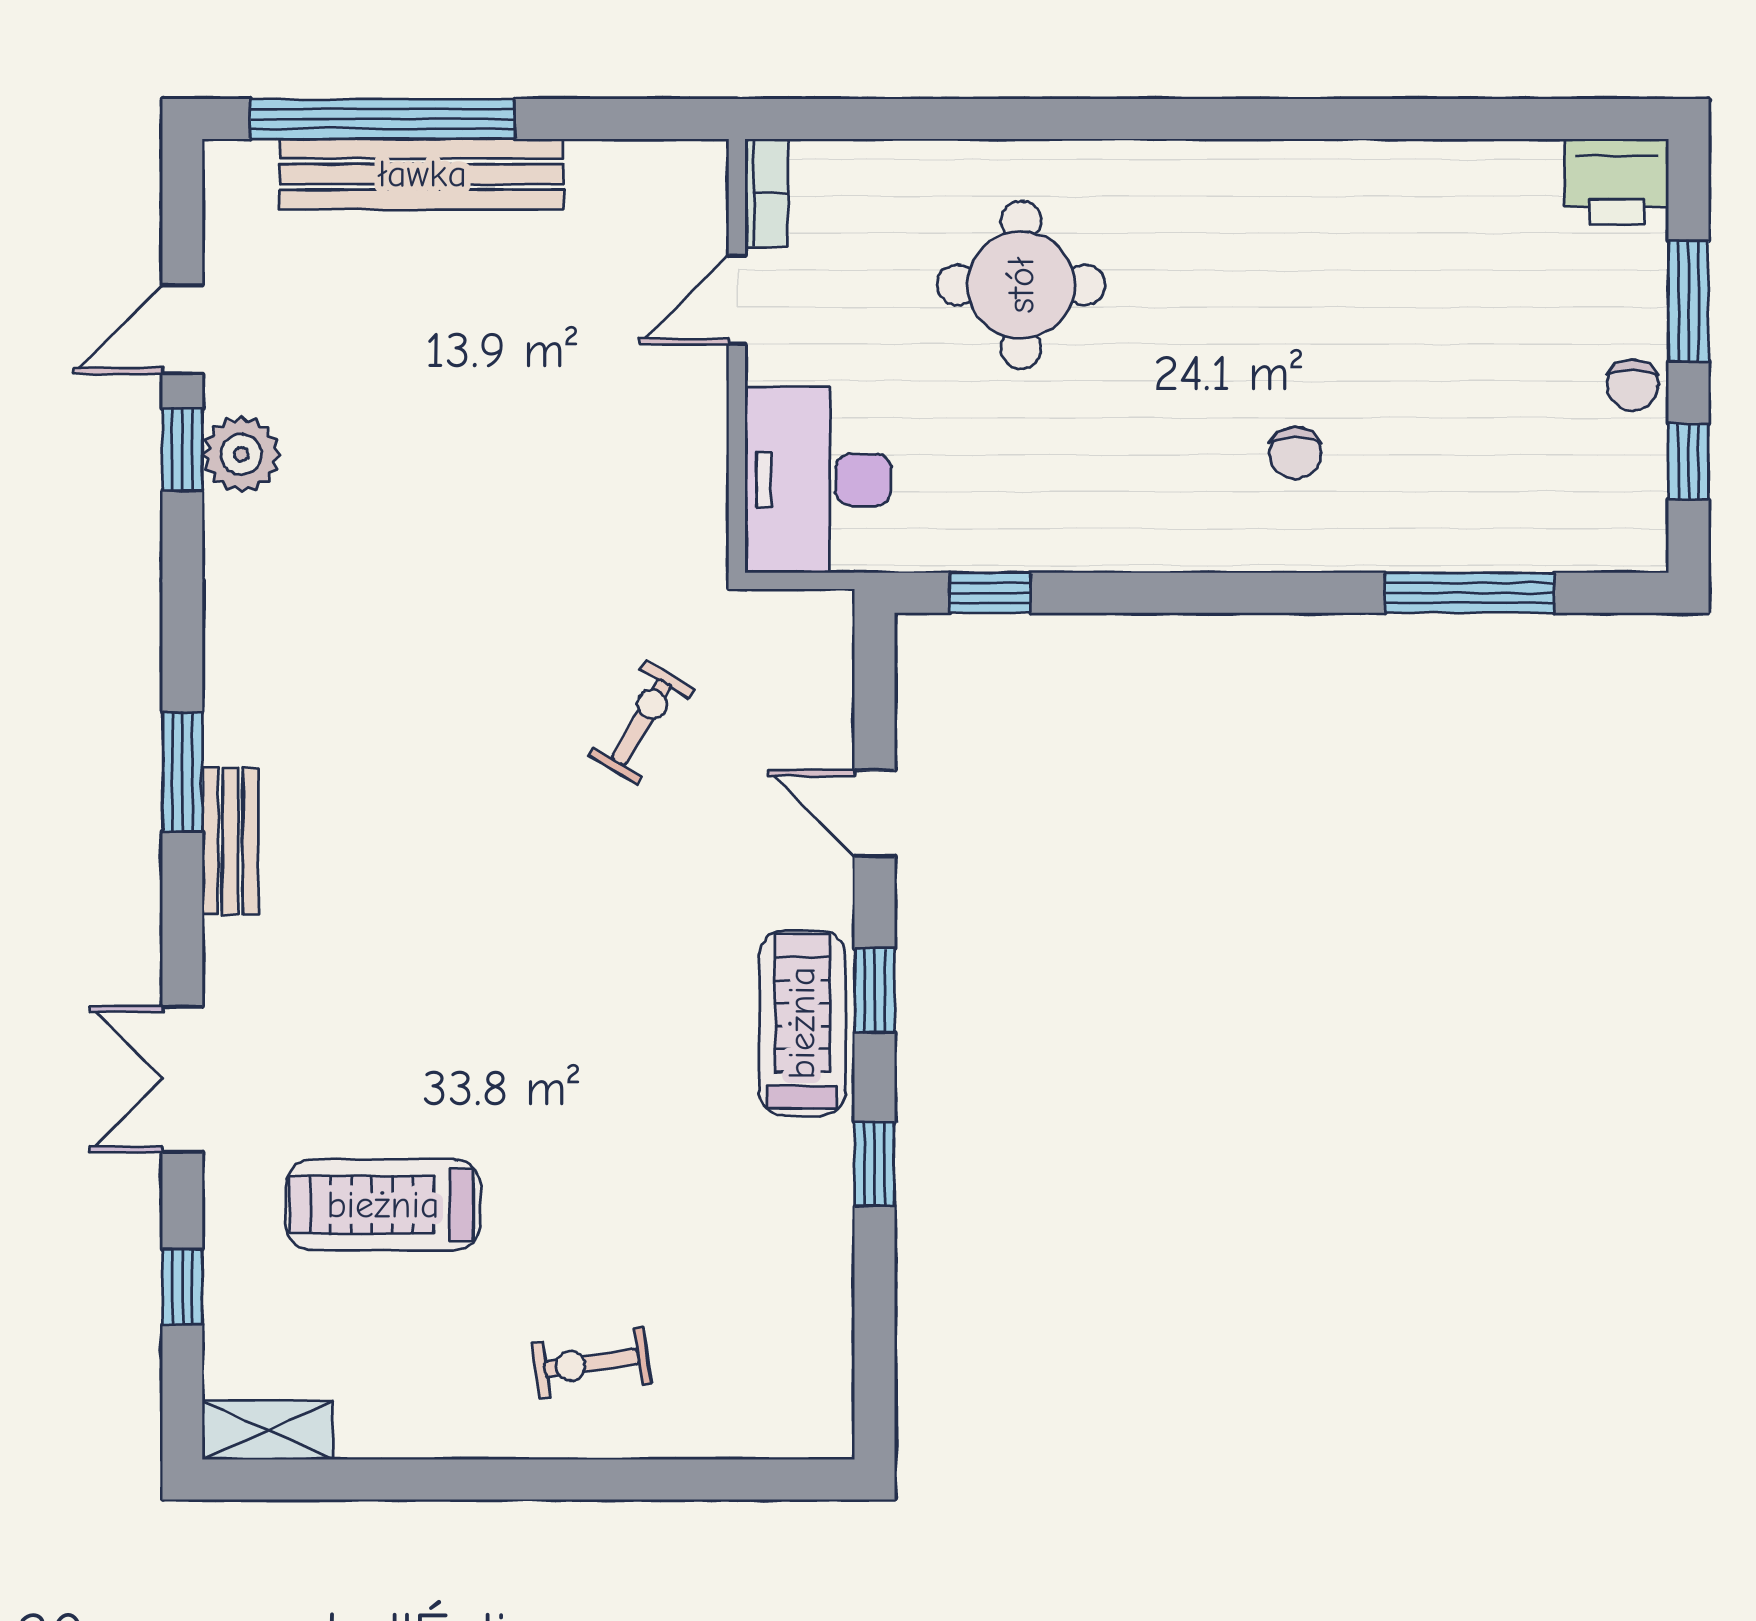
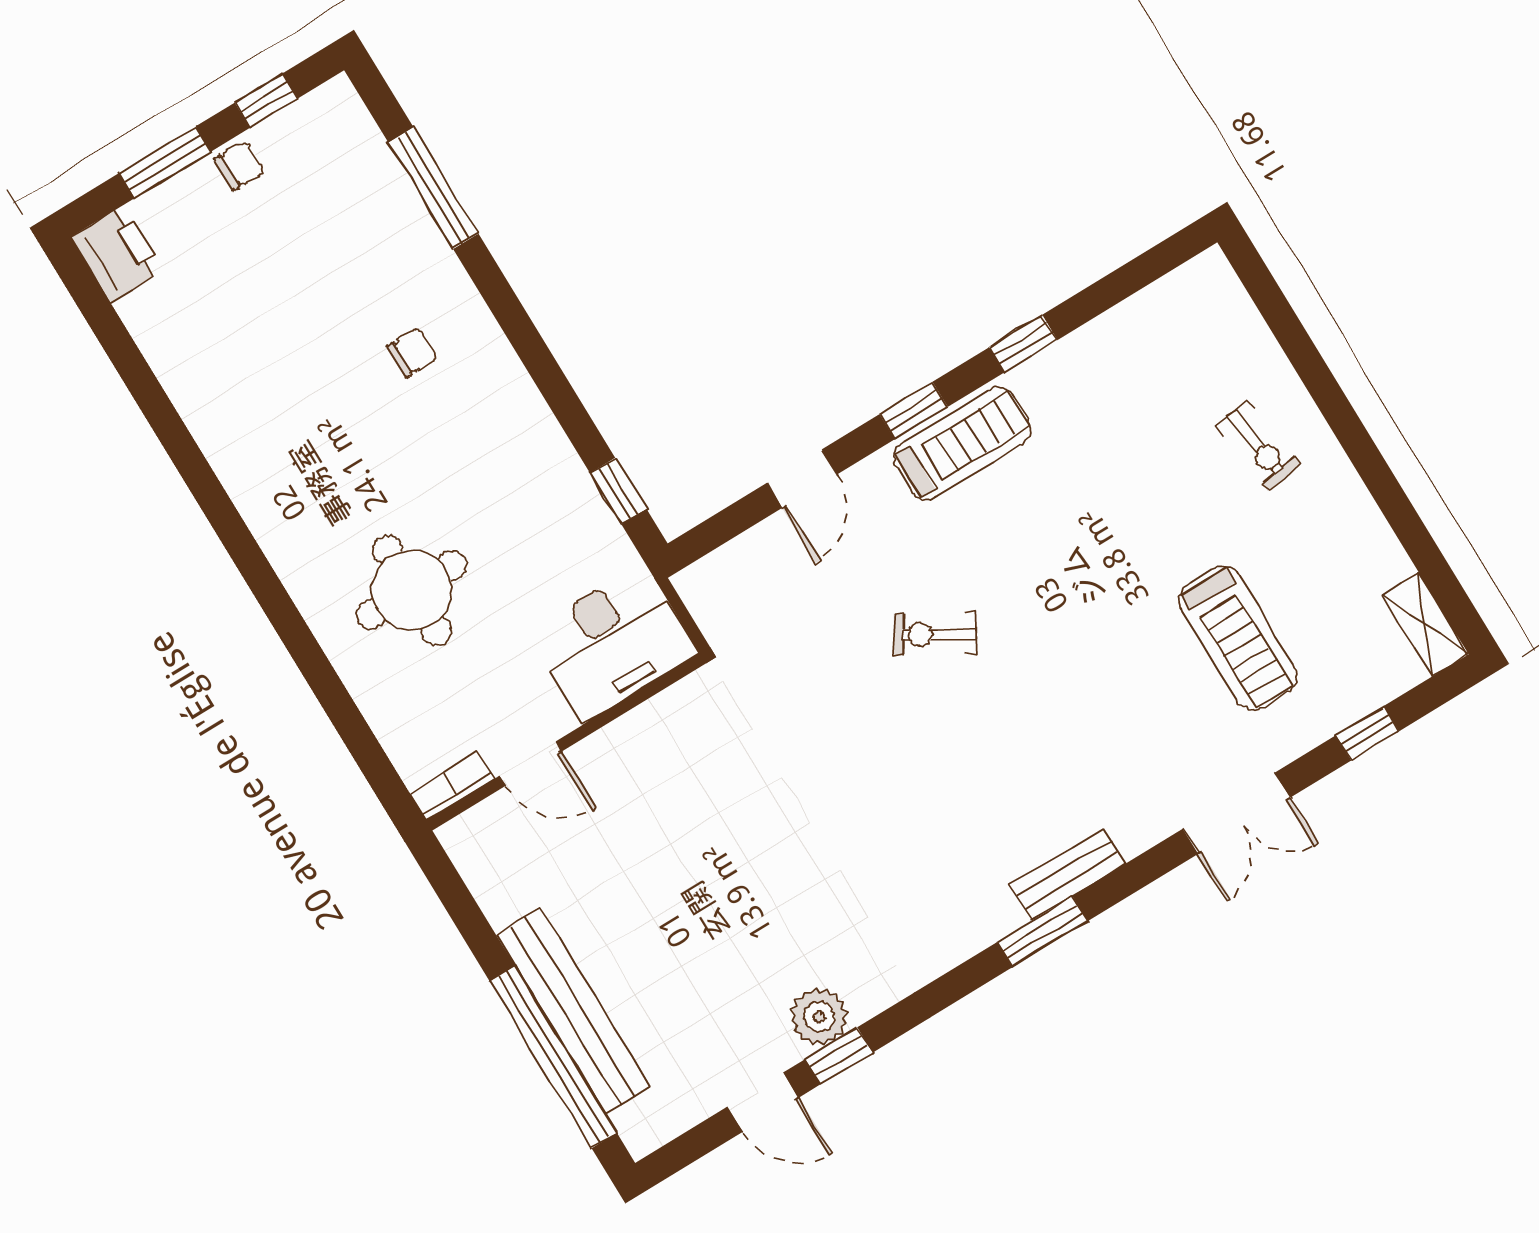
exercise bike: (641, 722) -> (935, 634), moved
treadmill: (802, 1023) -> (962, 443), turned 180

